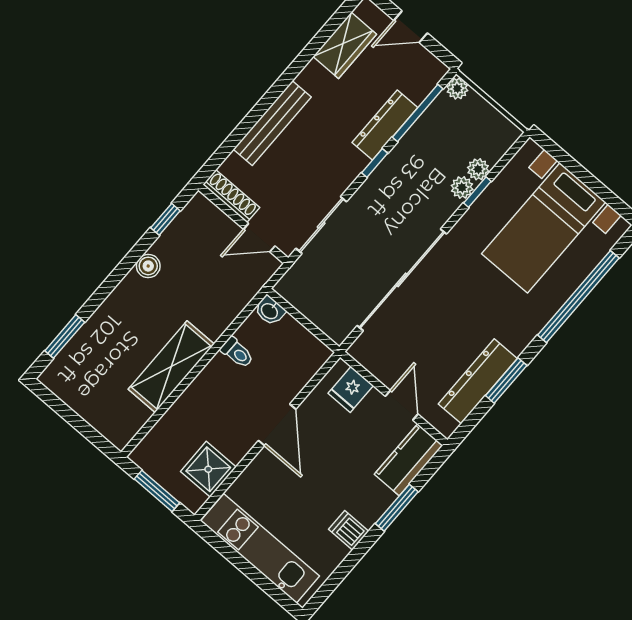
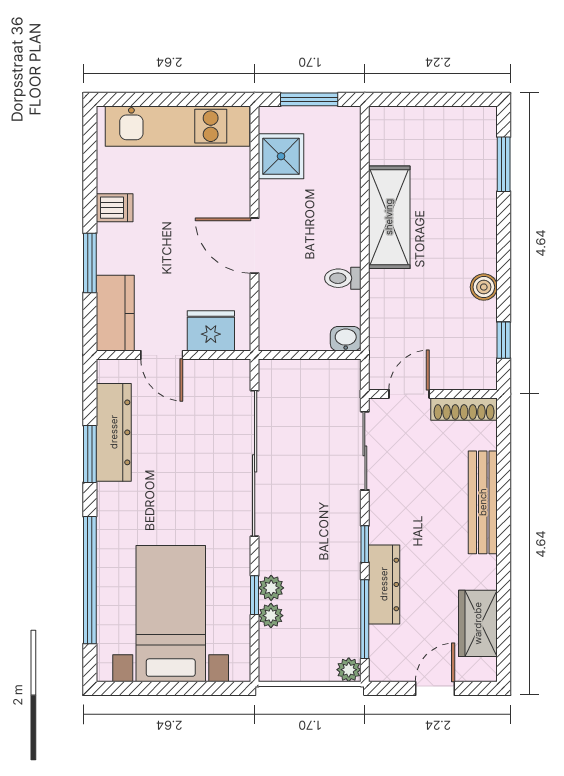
fridge: (351, 389) -> (211, 331), width x1.38

